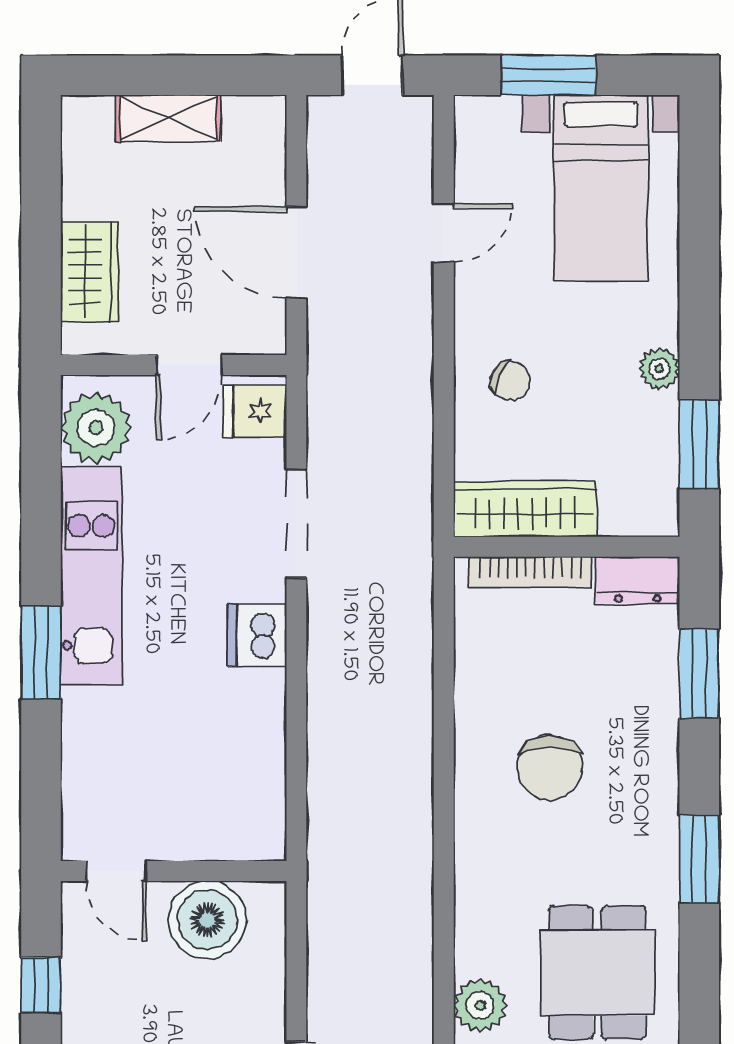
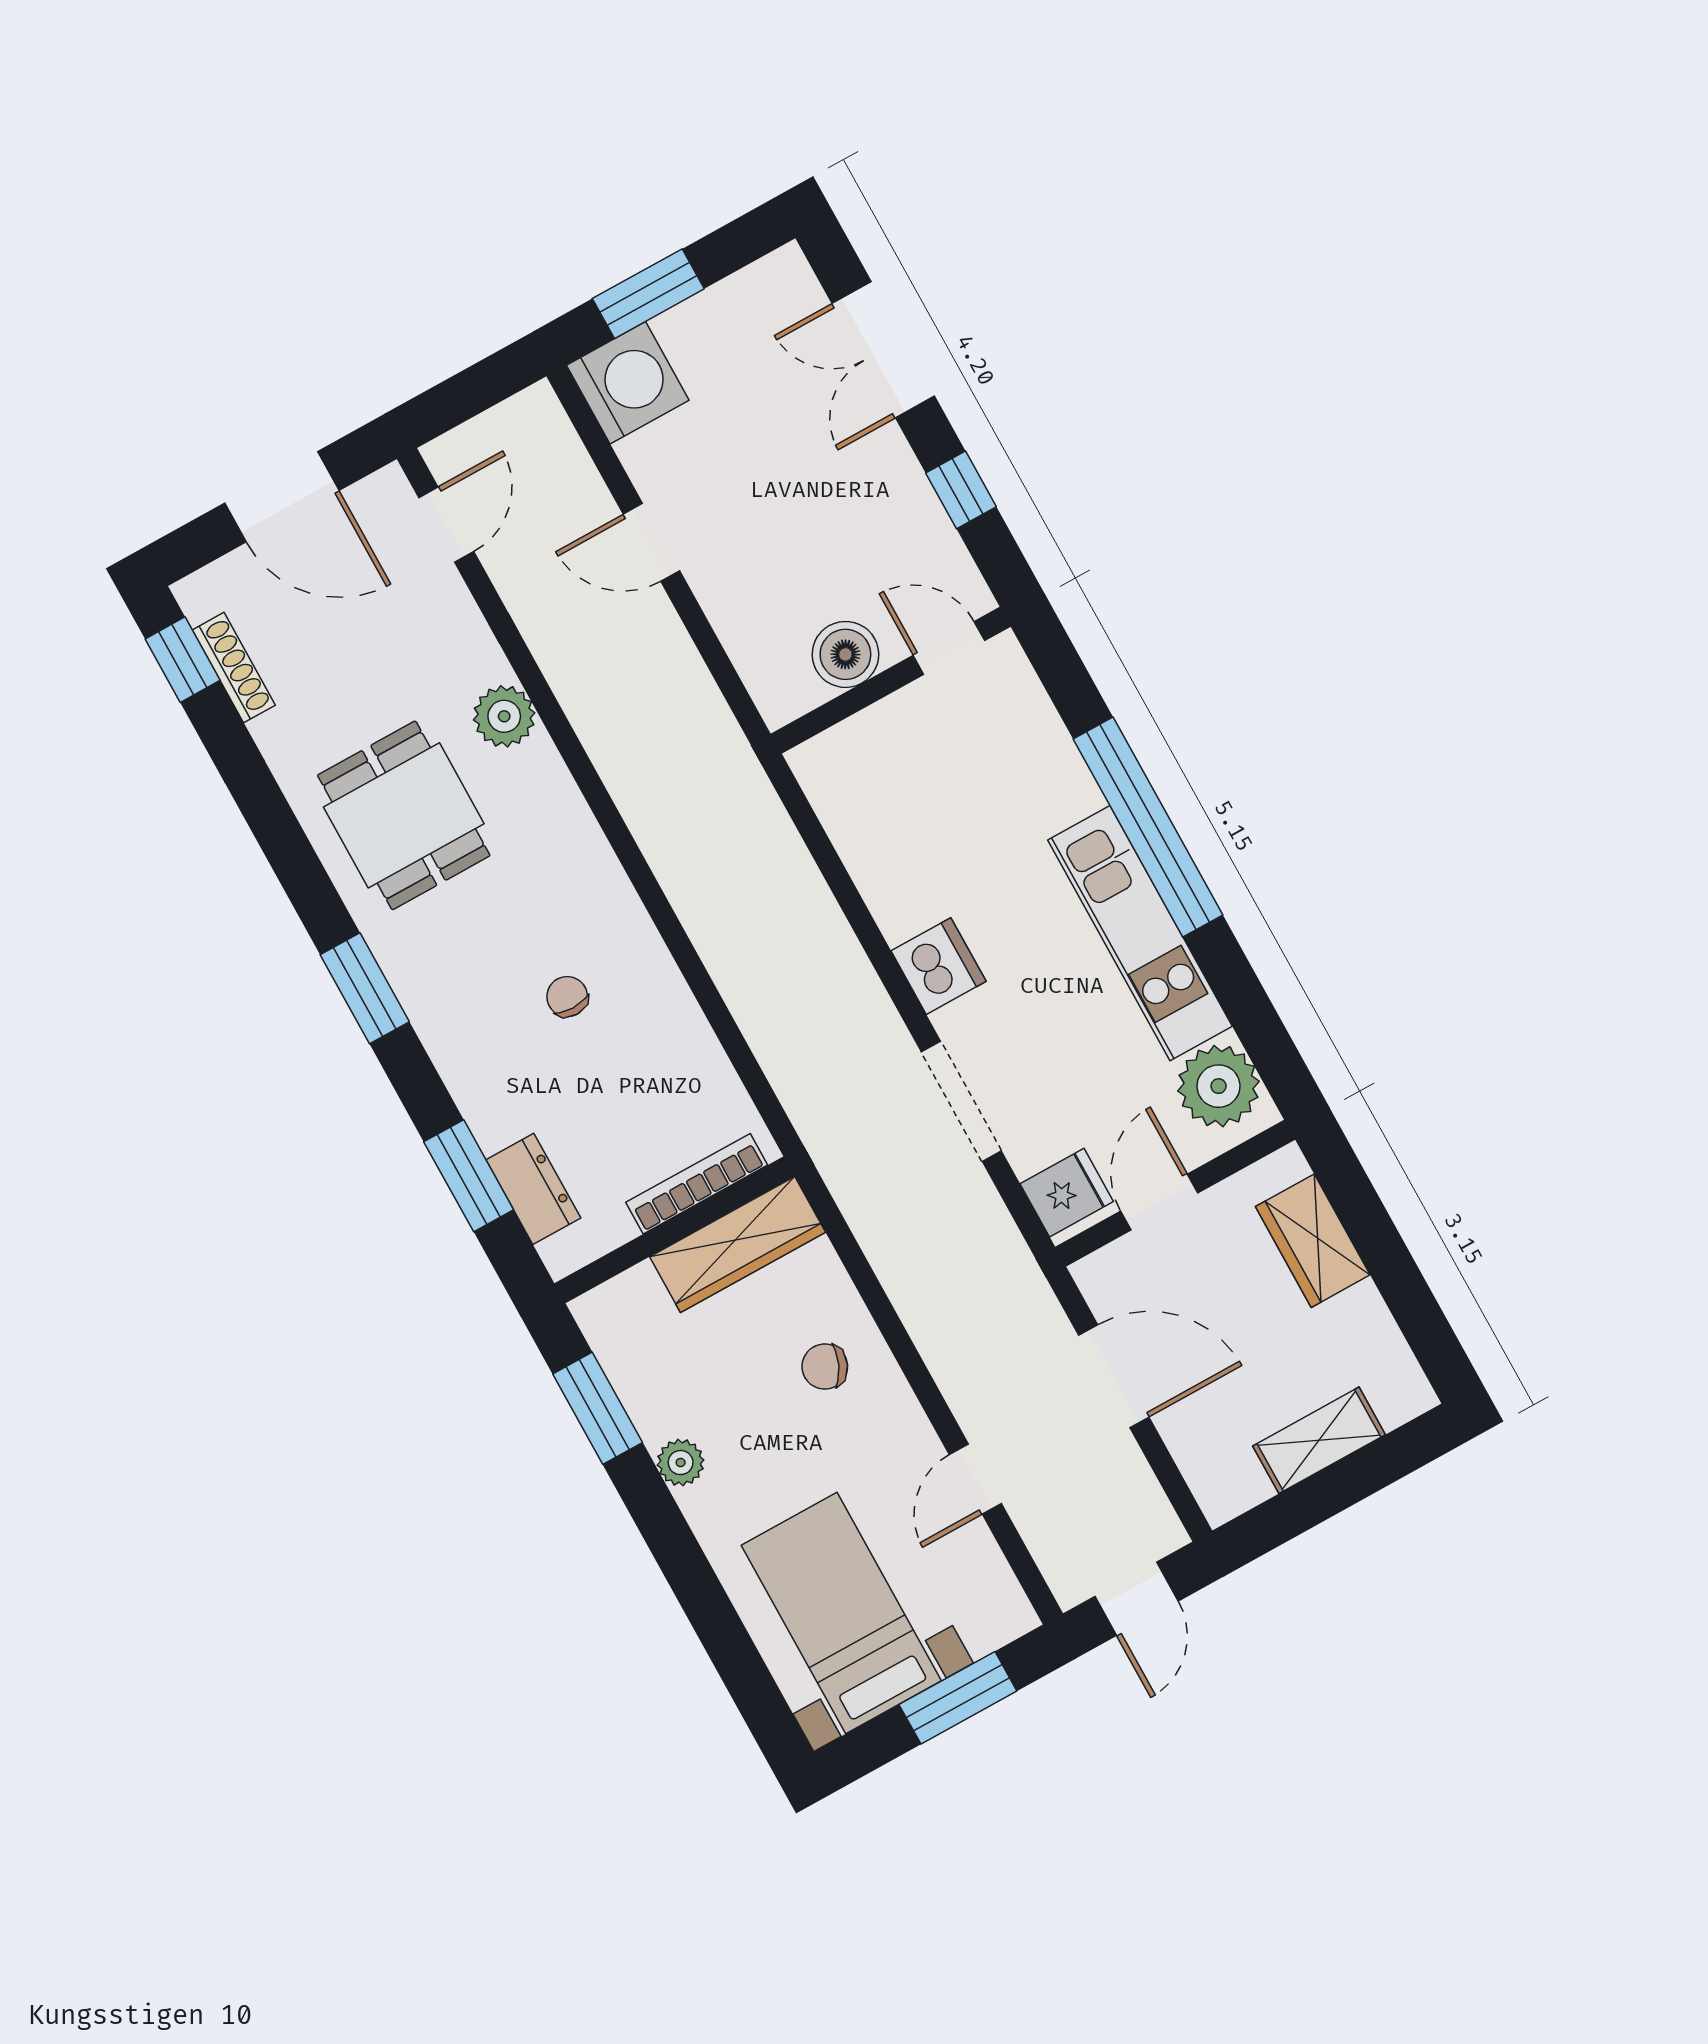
dresser: (638, 580) -> (533, 1189), moved, turned 90
window: (41, 653) -> (1148, 827), width x2.11
chair: (550, 768) -> (567, 997), width x0.54, depth x0.54
boiler: (207, 920) -> (845, 654), width x0.73, depth x0.73

